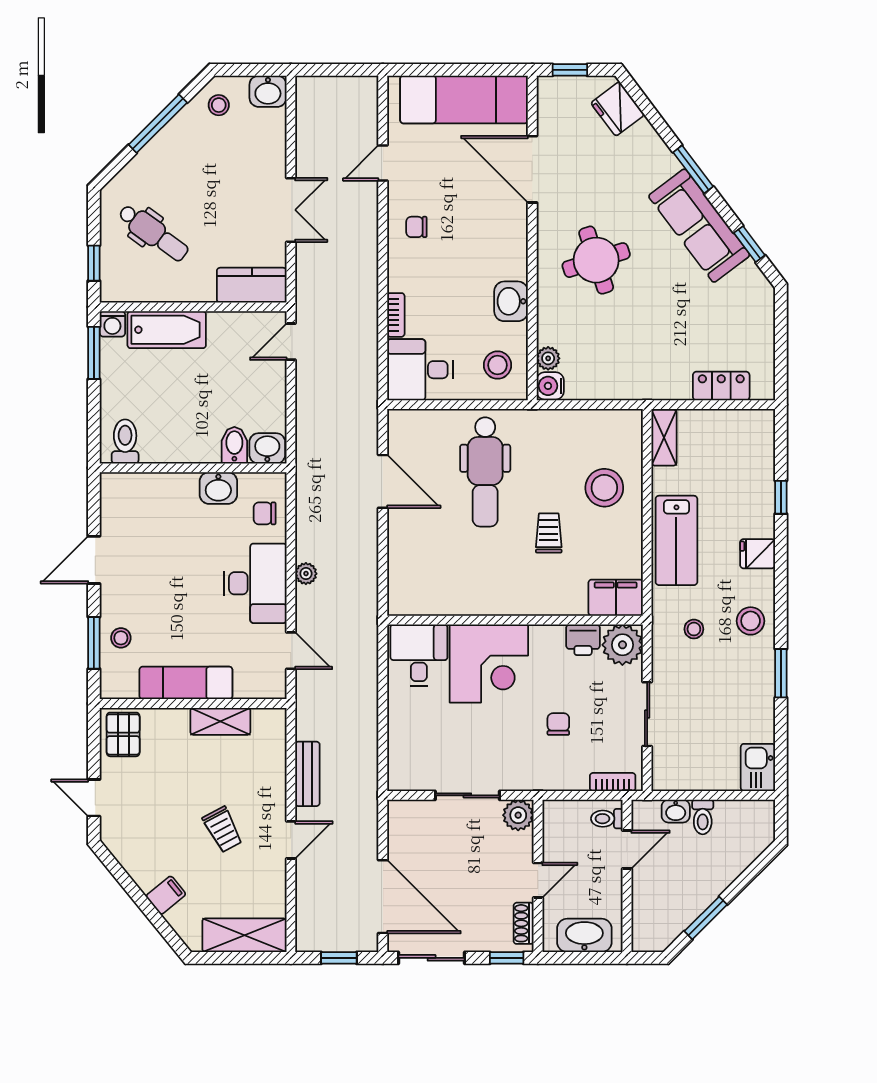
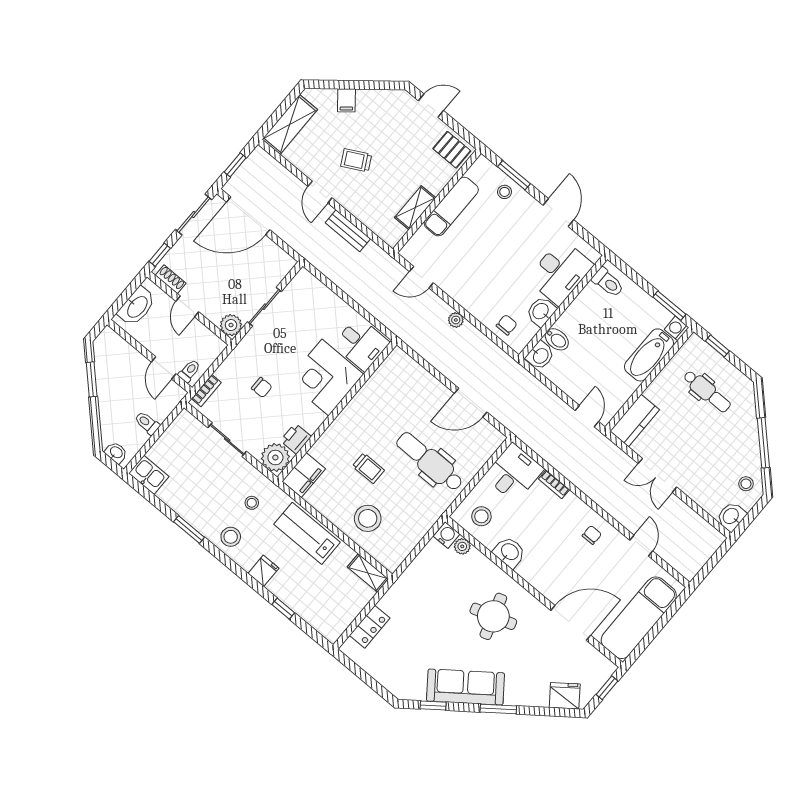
dental chair: (153, 233) -> (707, 391), turned -126
desk: (255, 583) -> (560, 272), moved, turned -90
washbasin: (676, 811) -> (116, 453), moved, turned 90

